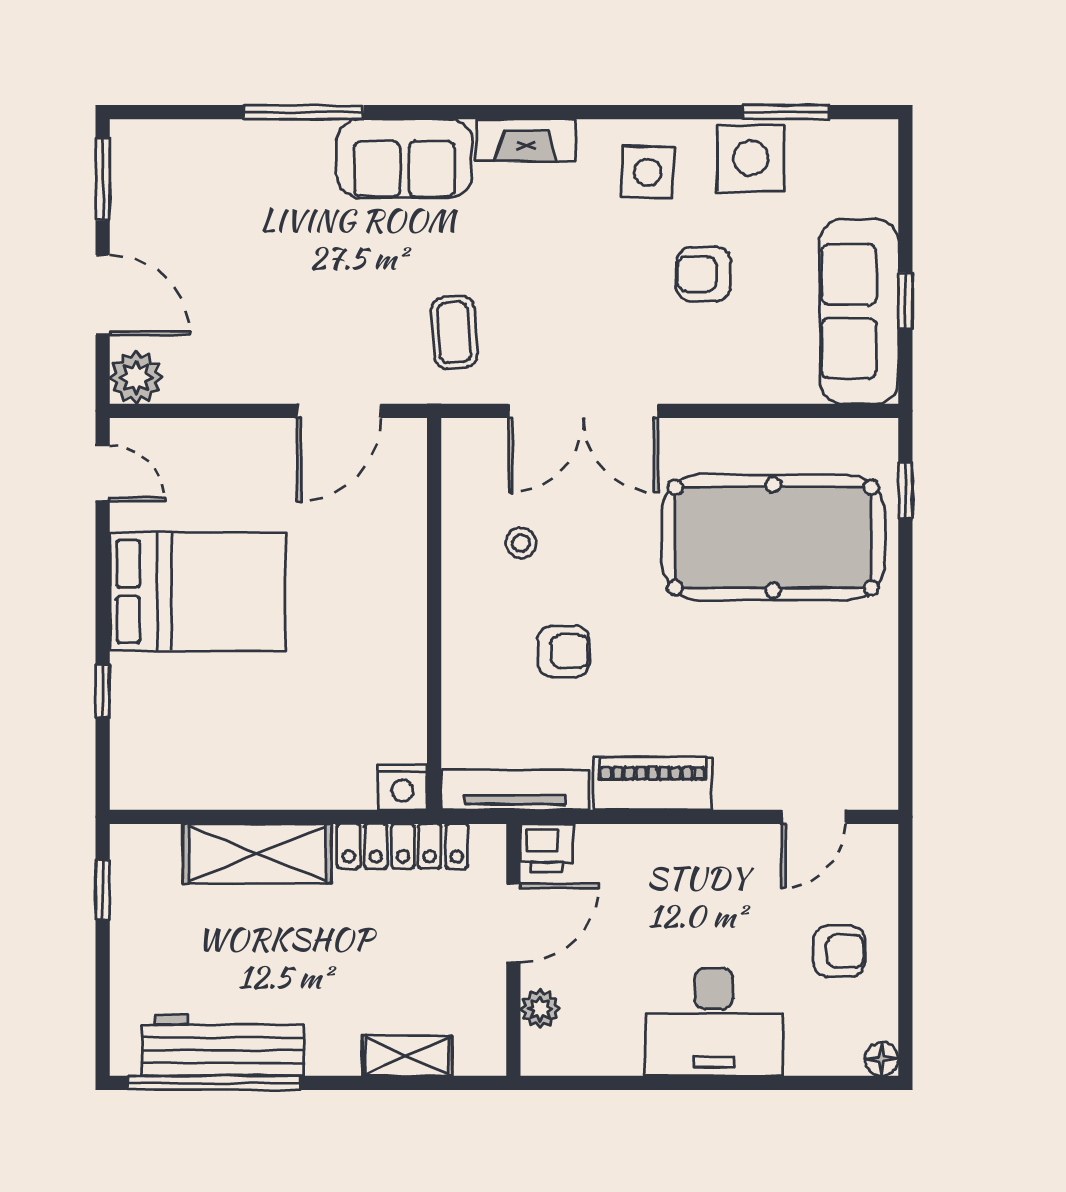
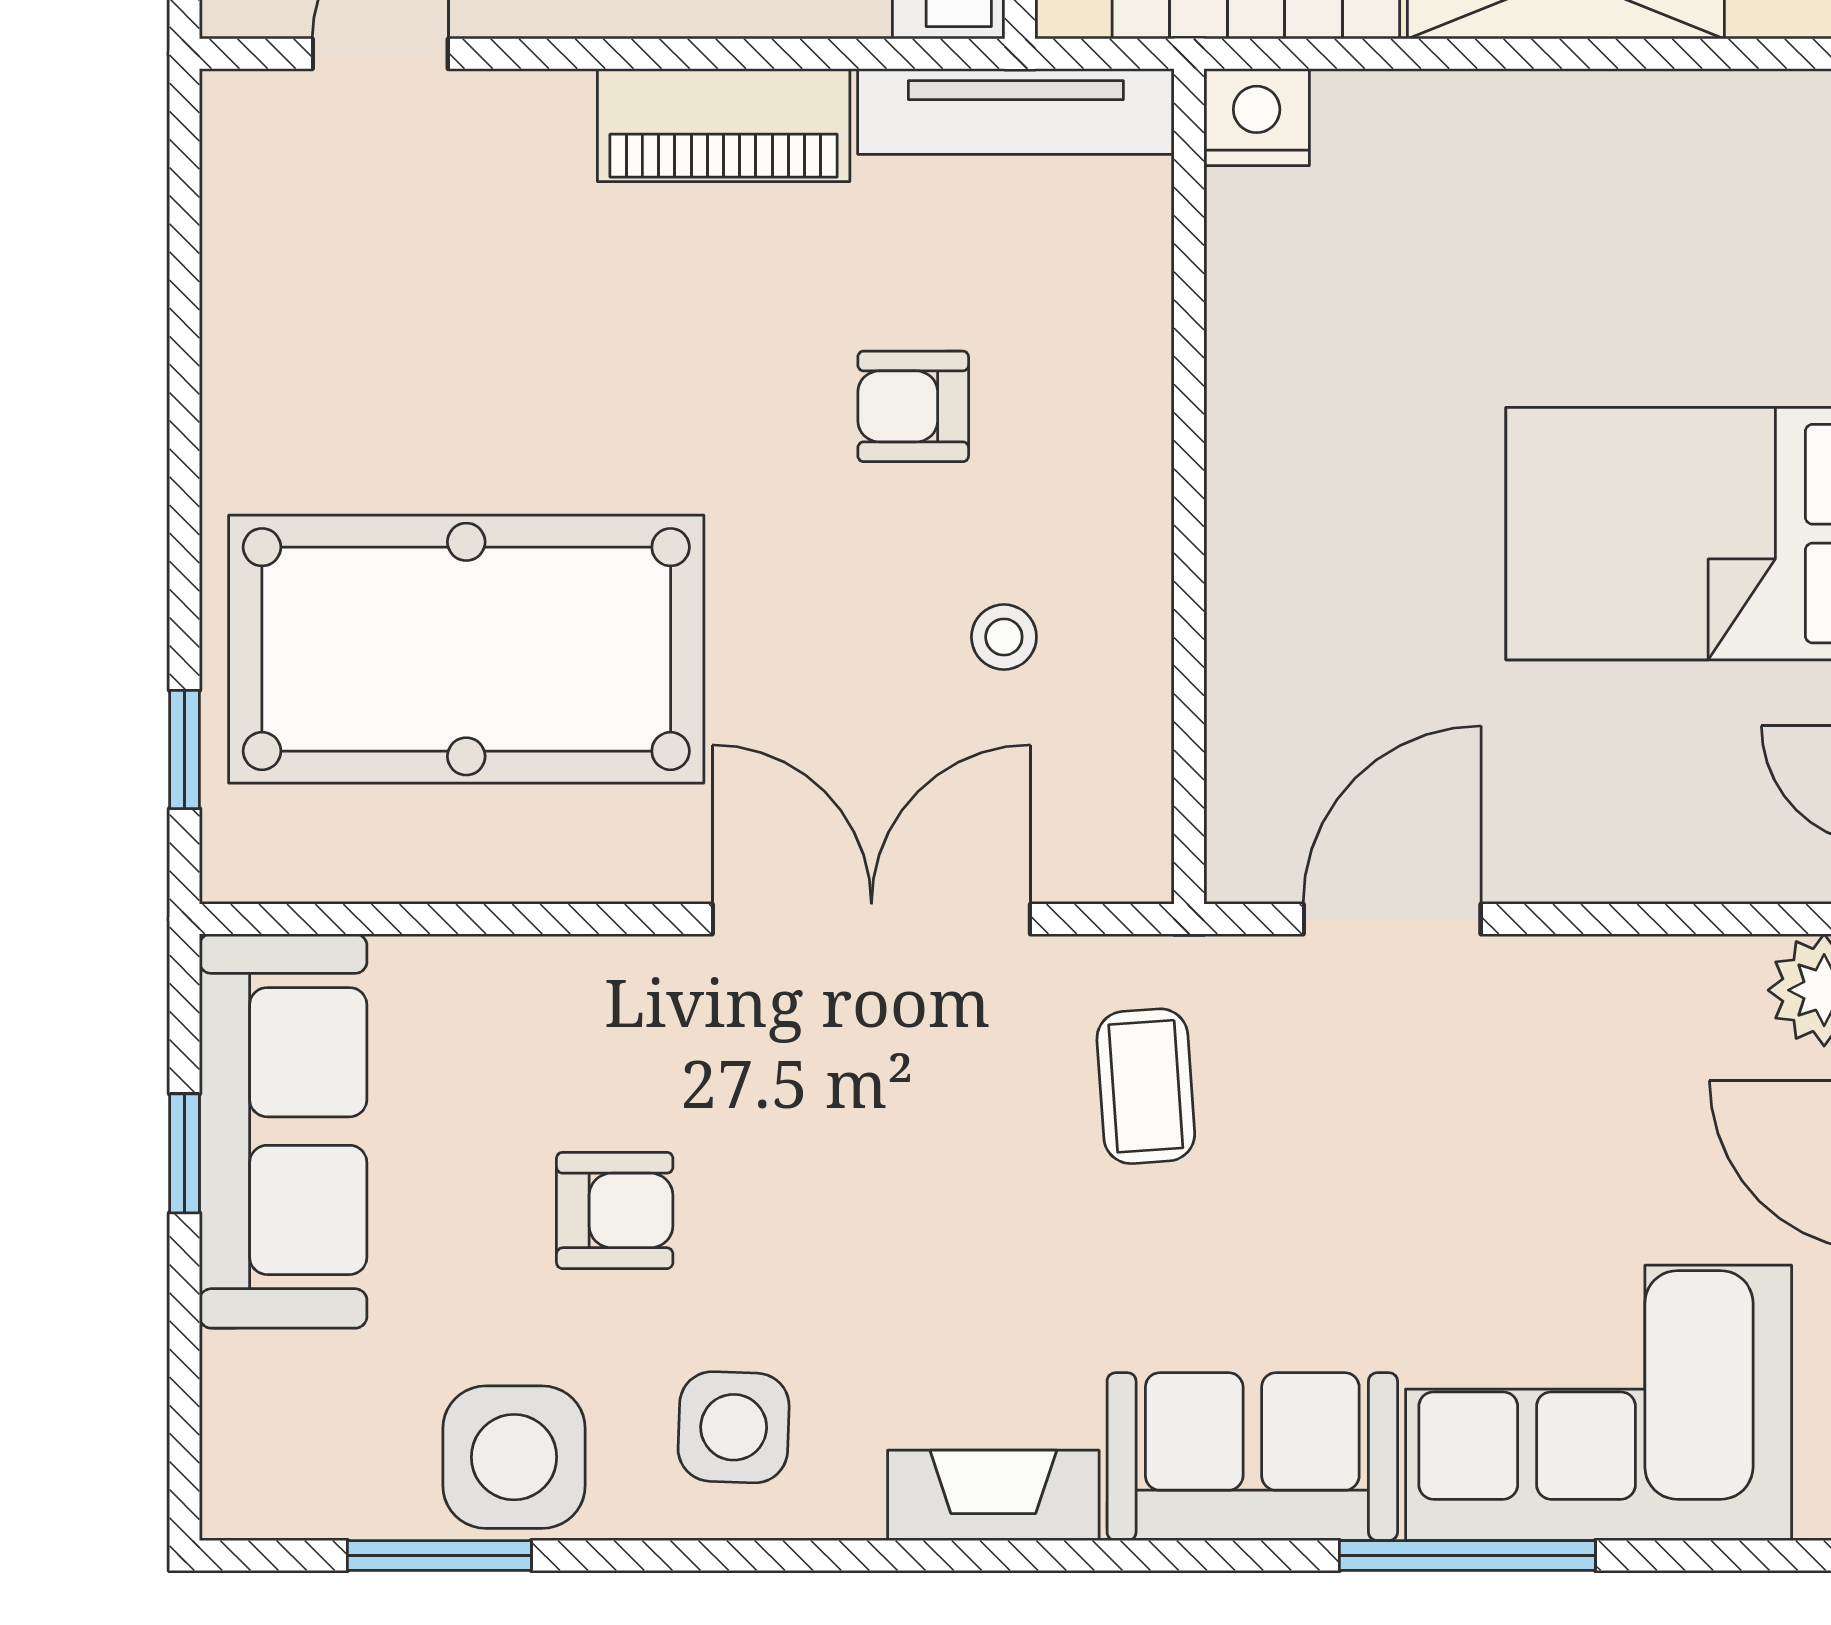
corner sofa: (242, 184) -> (1599, 1403), added

